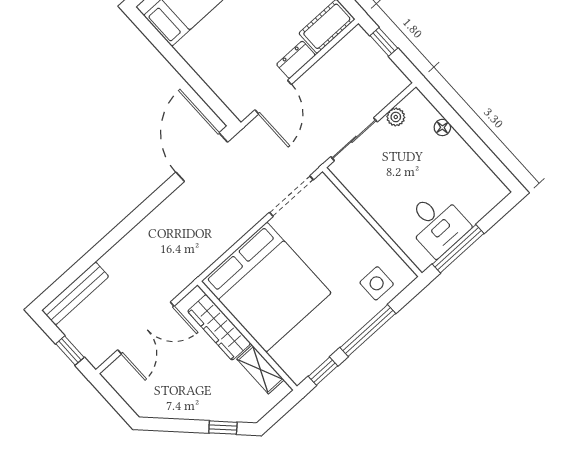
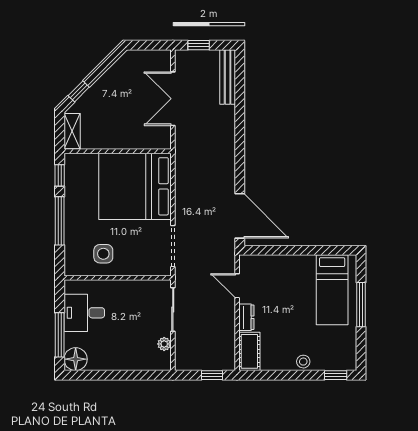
door: (273, 97) -> (237, 286), width x0.73
floor lamp: (442, 127) -> (76, 359), moved, width x1.89, depth x1.89
window: (458, 249) -> (60, 335), moved
side table: (377, 283) -> (103, 254), moved
wardrobe: (219, 327) -> (136, 140), removed
shelving: (260, 369) -> (72, 131), moved, turned 90

